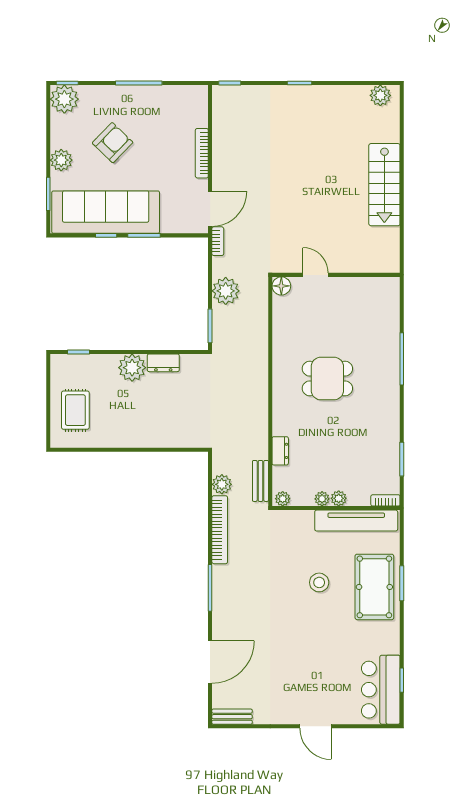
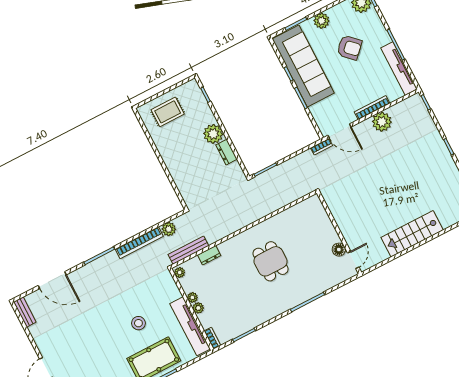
tv unit: (171, 95) -> (399, 69), added
door: (316, 275) -> (353, 260), moved
floor lamp: (281, 286) -> (339, 250), moved
plant: (226, 291) -> (382, 122), moved
bench: (260, 481) -> (188, 250), width x1.36

